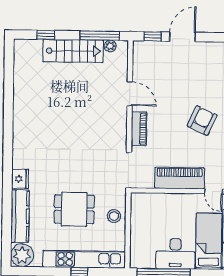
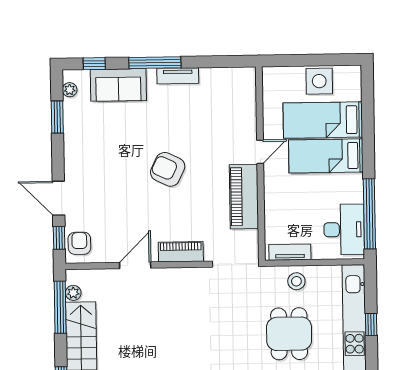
armchair: (148, 52) -> (79, 243), added
tv unit: (136, 212) -> (290, 252), added
desk: (175, 254) -> (344, 230), moved

